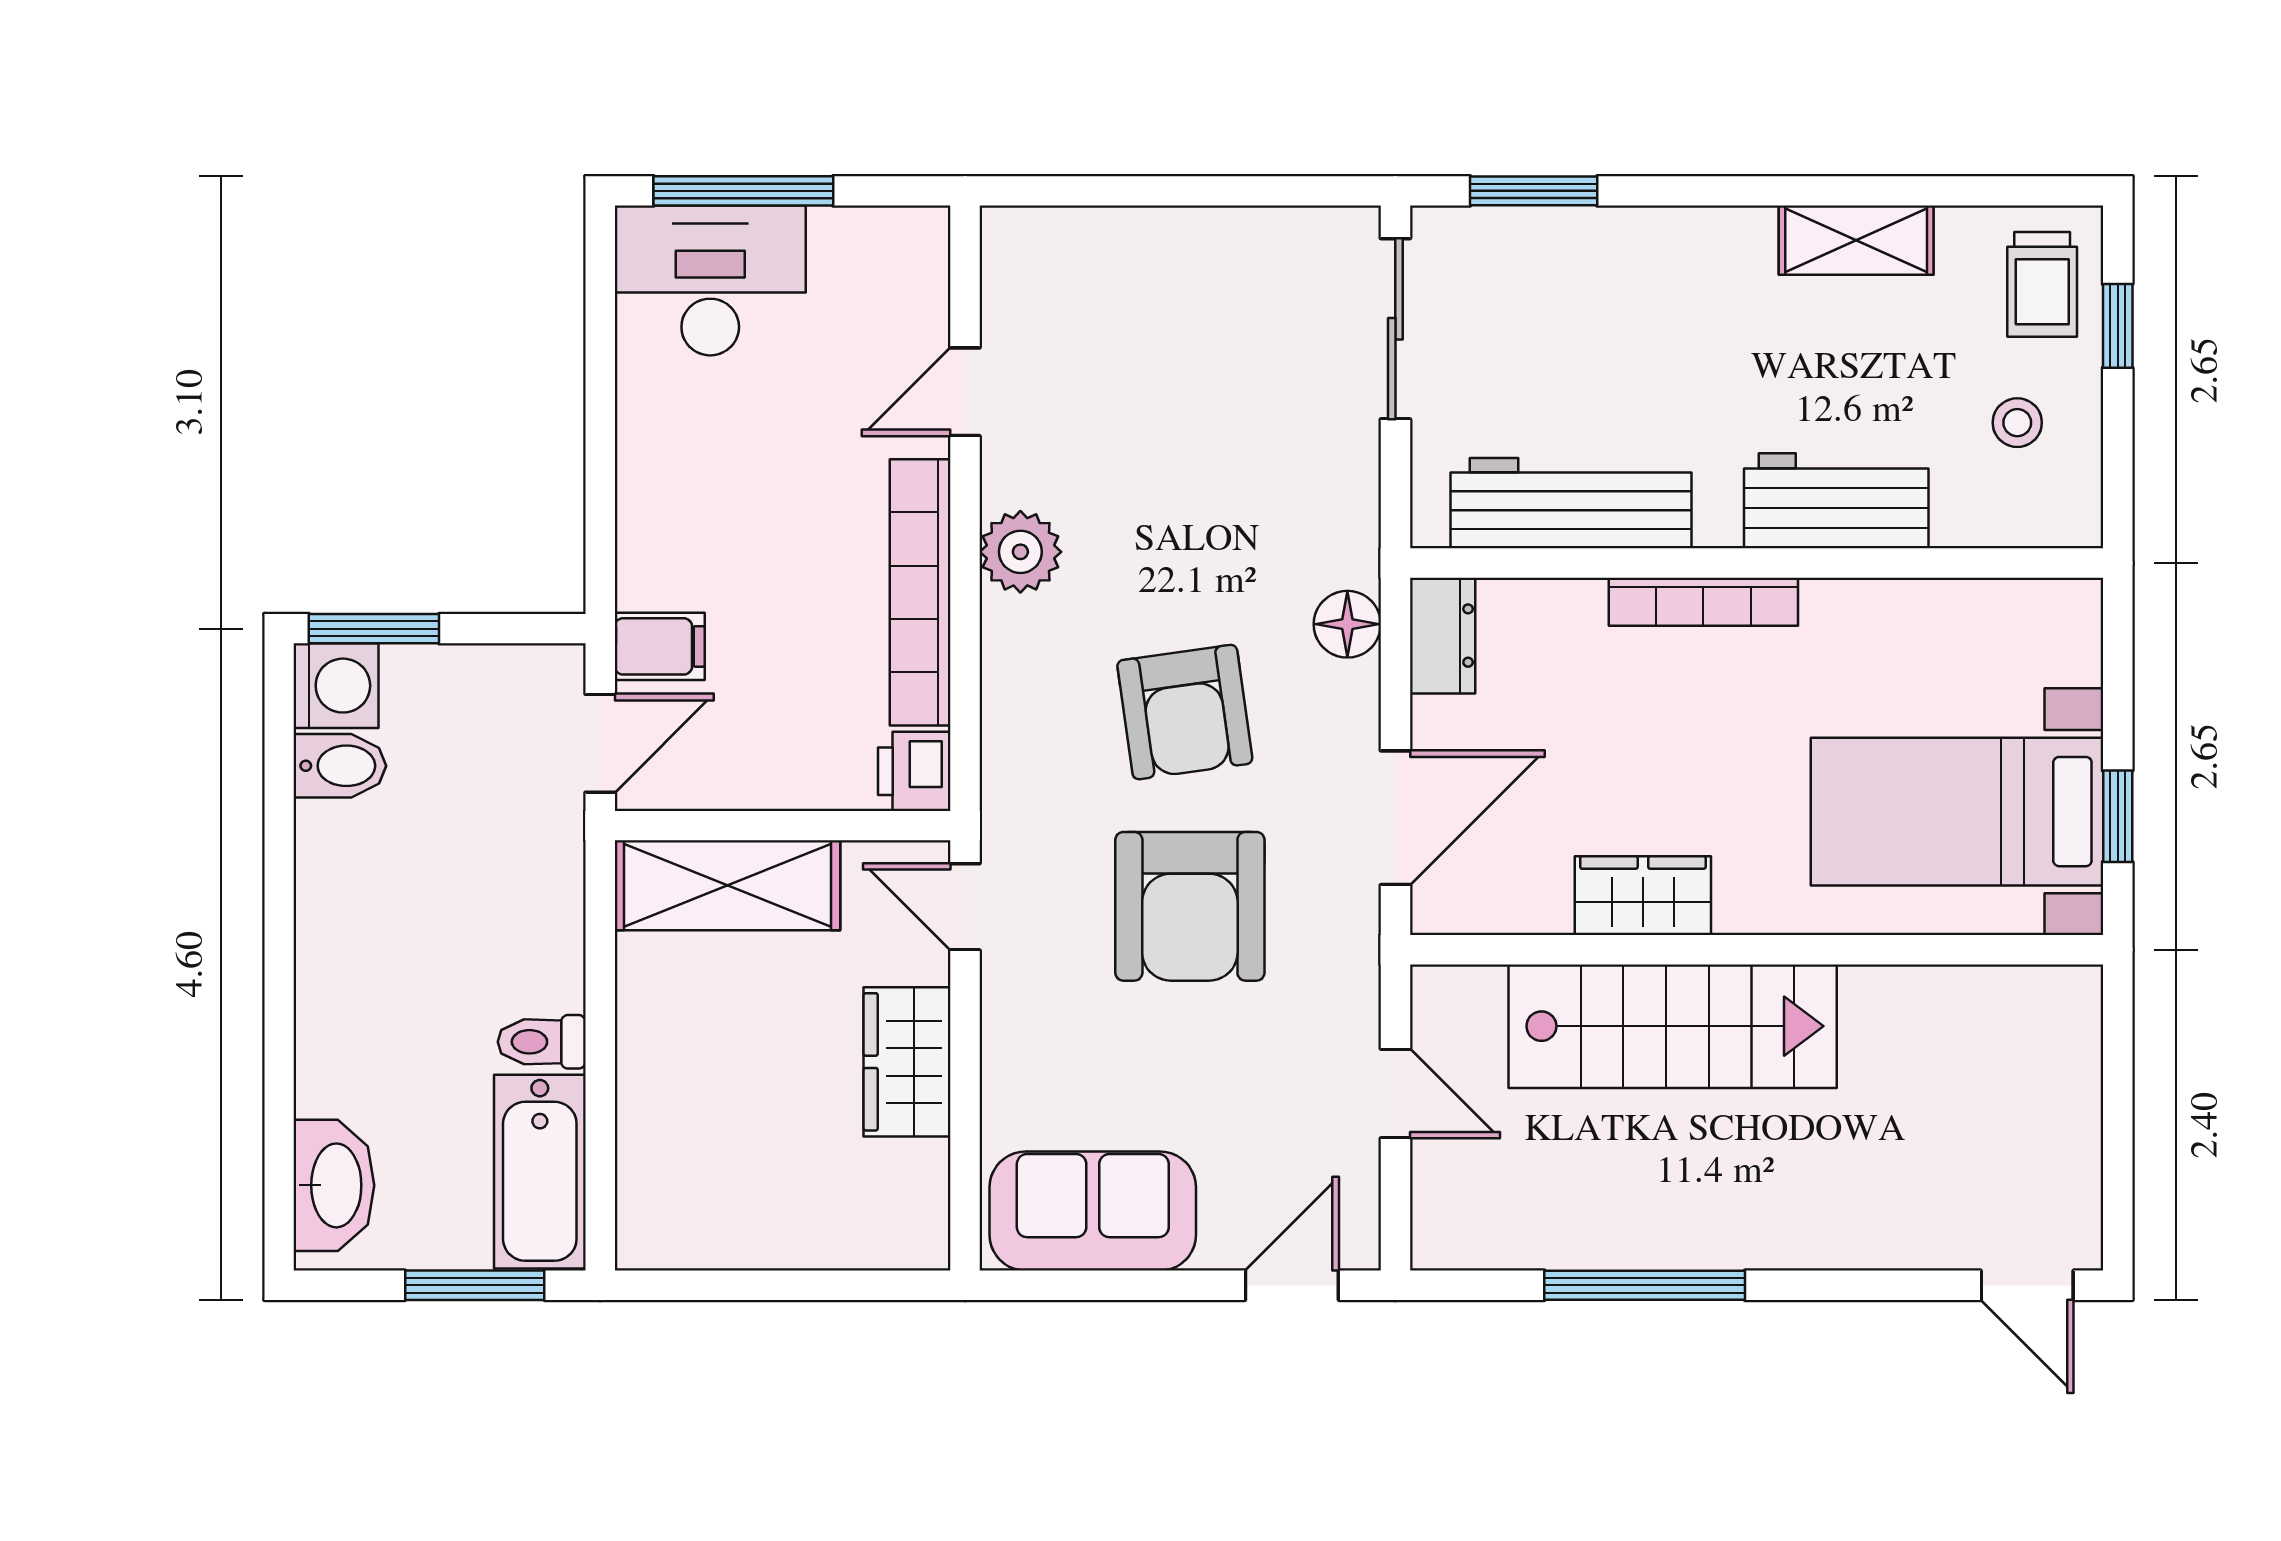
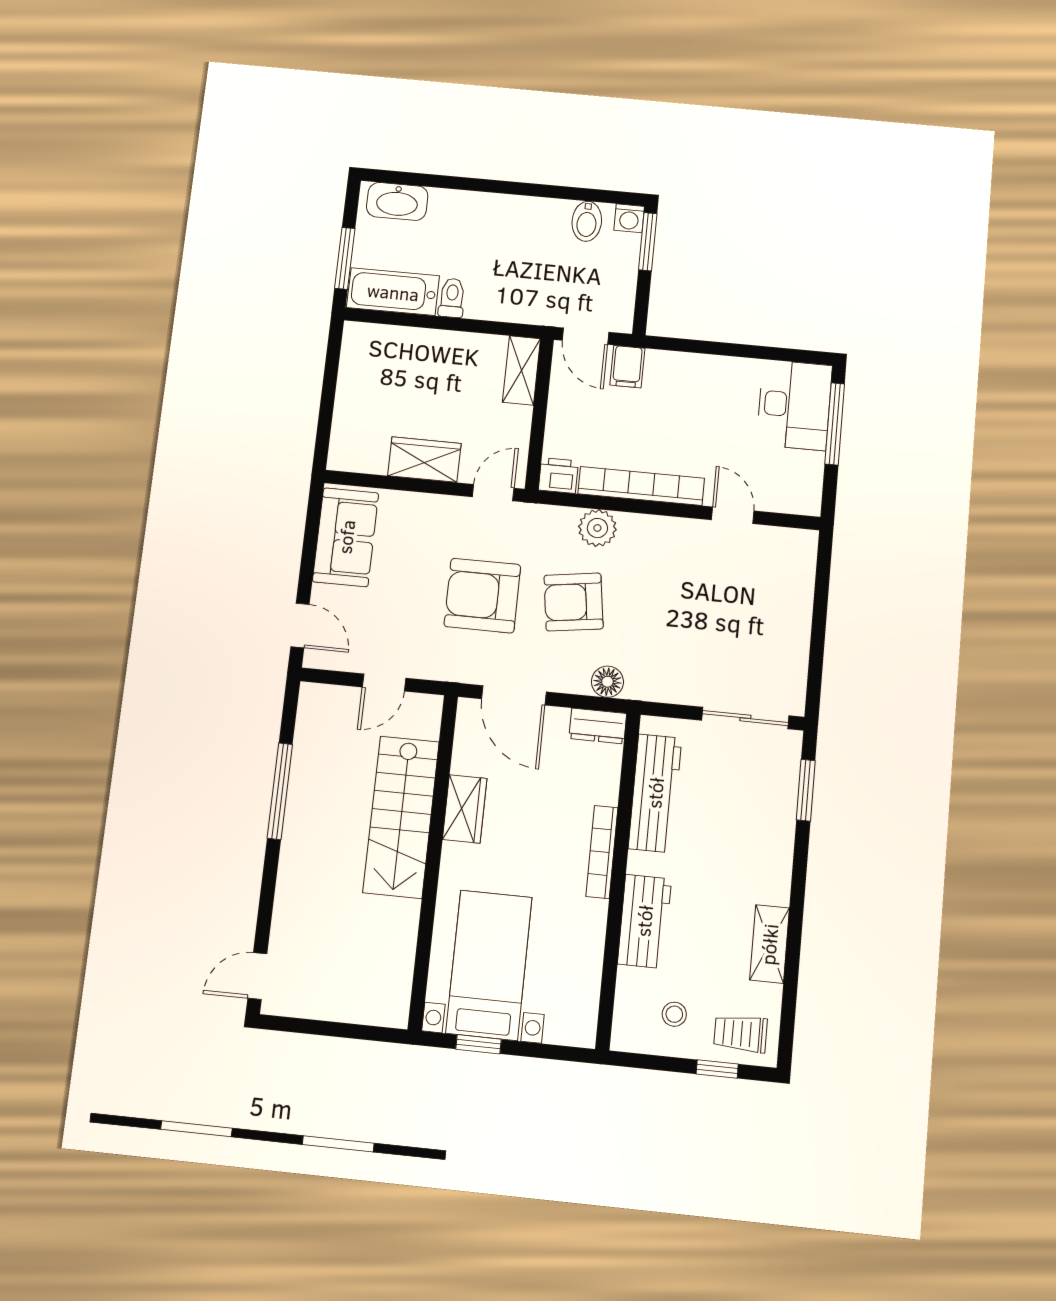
plant: (1020, 552) -> (597, 528), moved
washing machine: (336, 686) -> (629, 218), width x0.73, depth x0.73
shelving: (727, 885) -> (521, 370), width x0.67, depth x0.75

